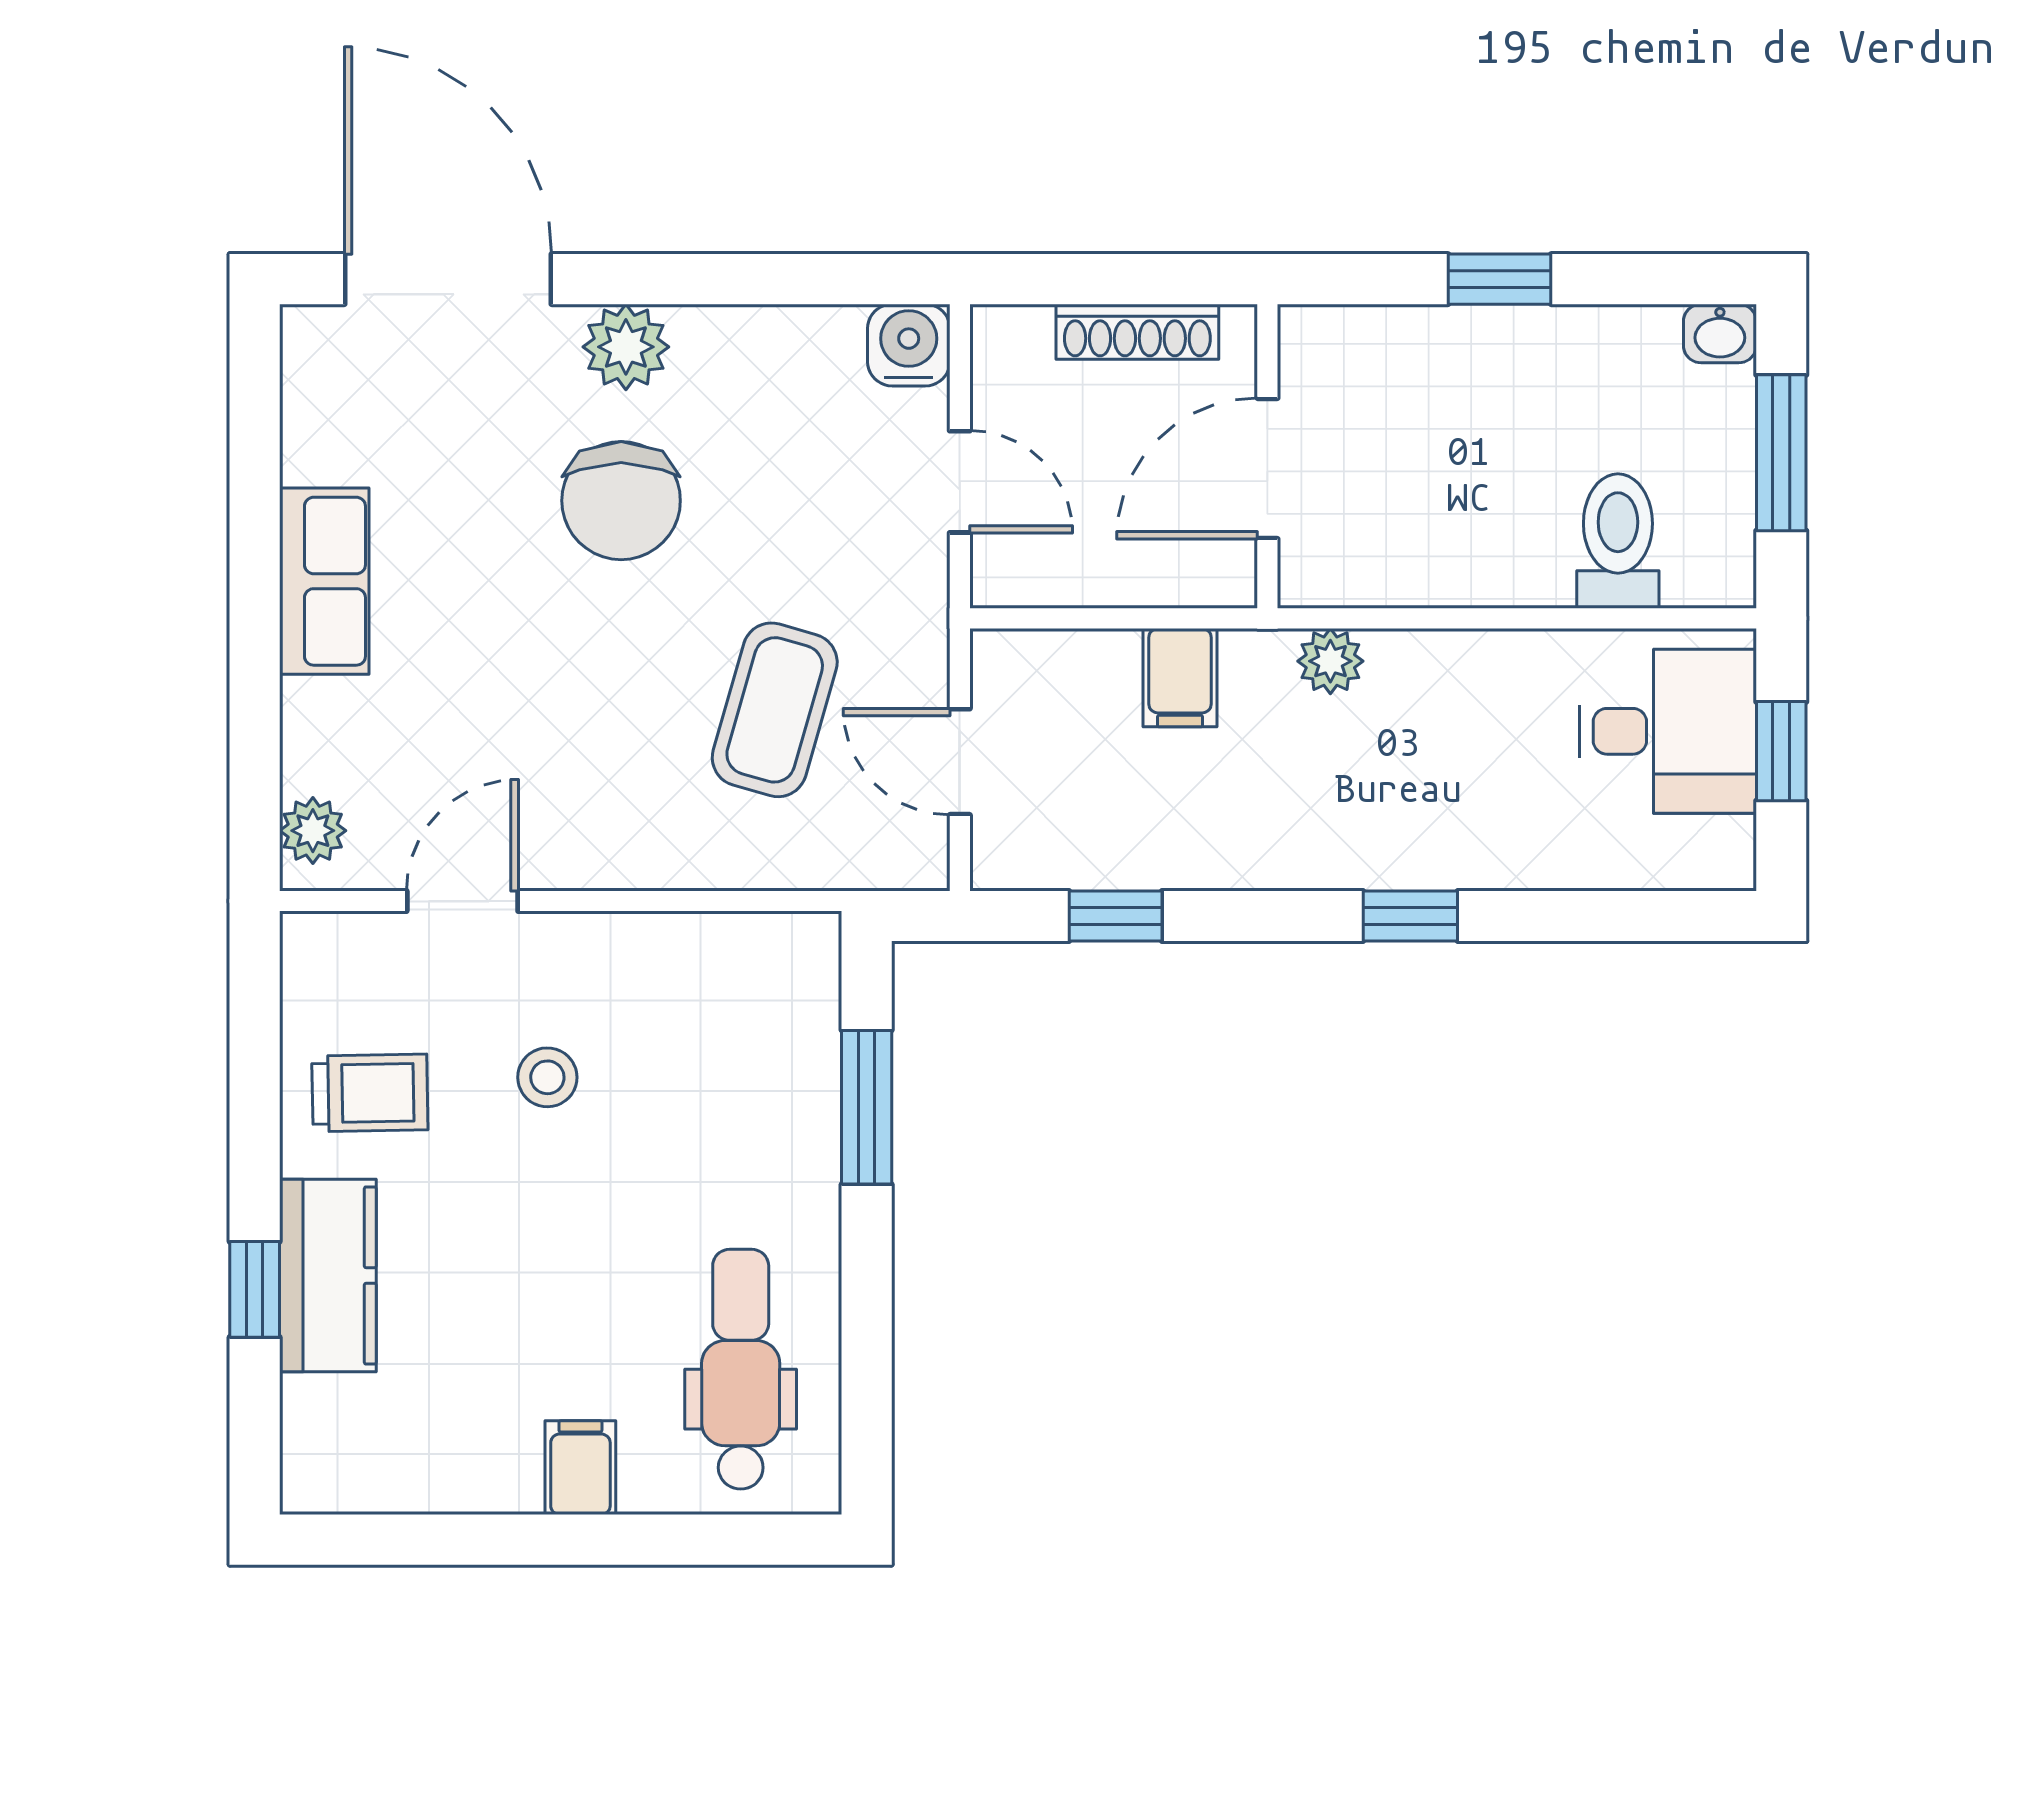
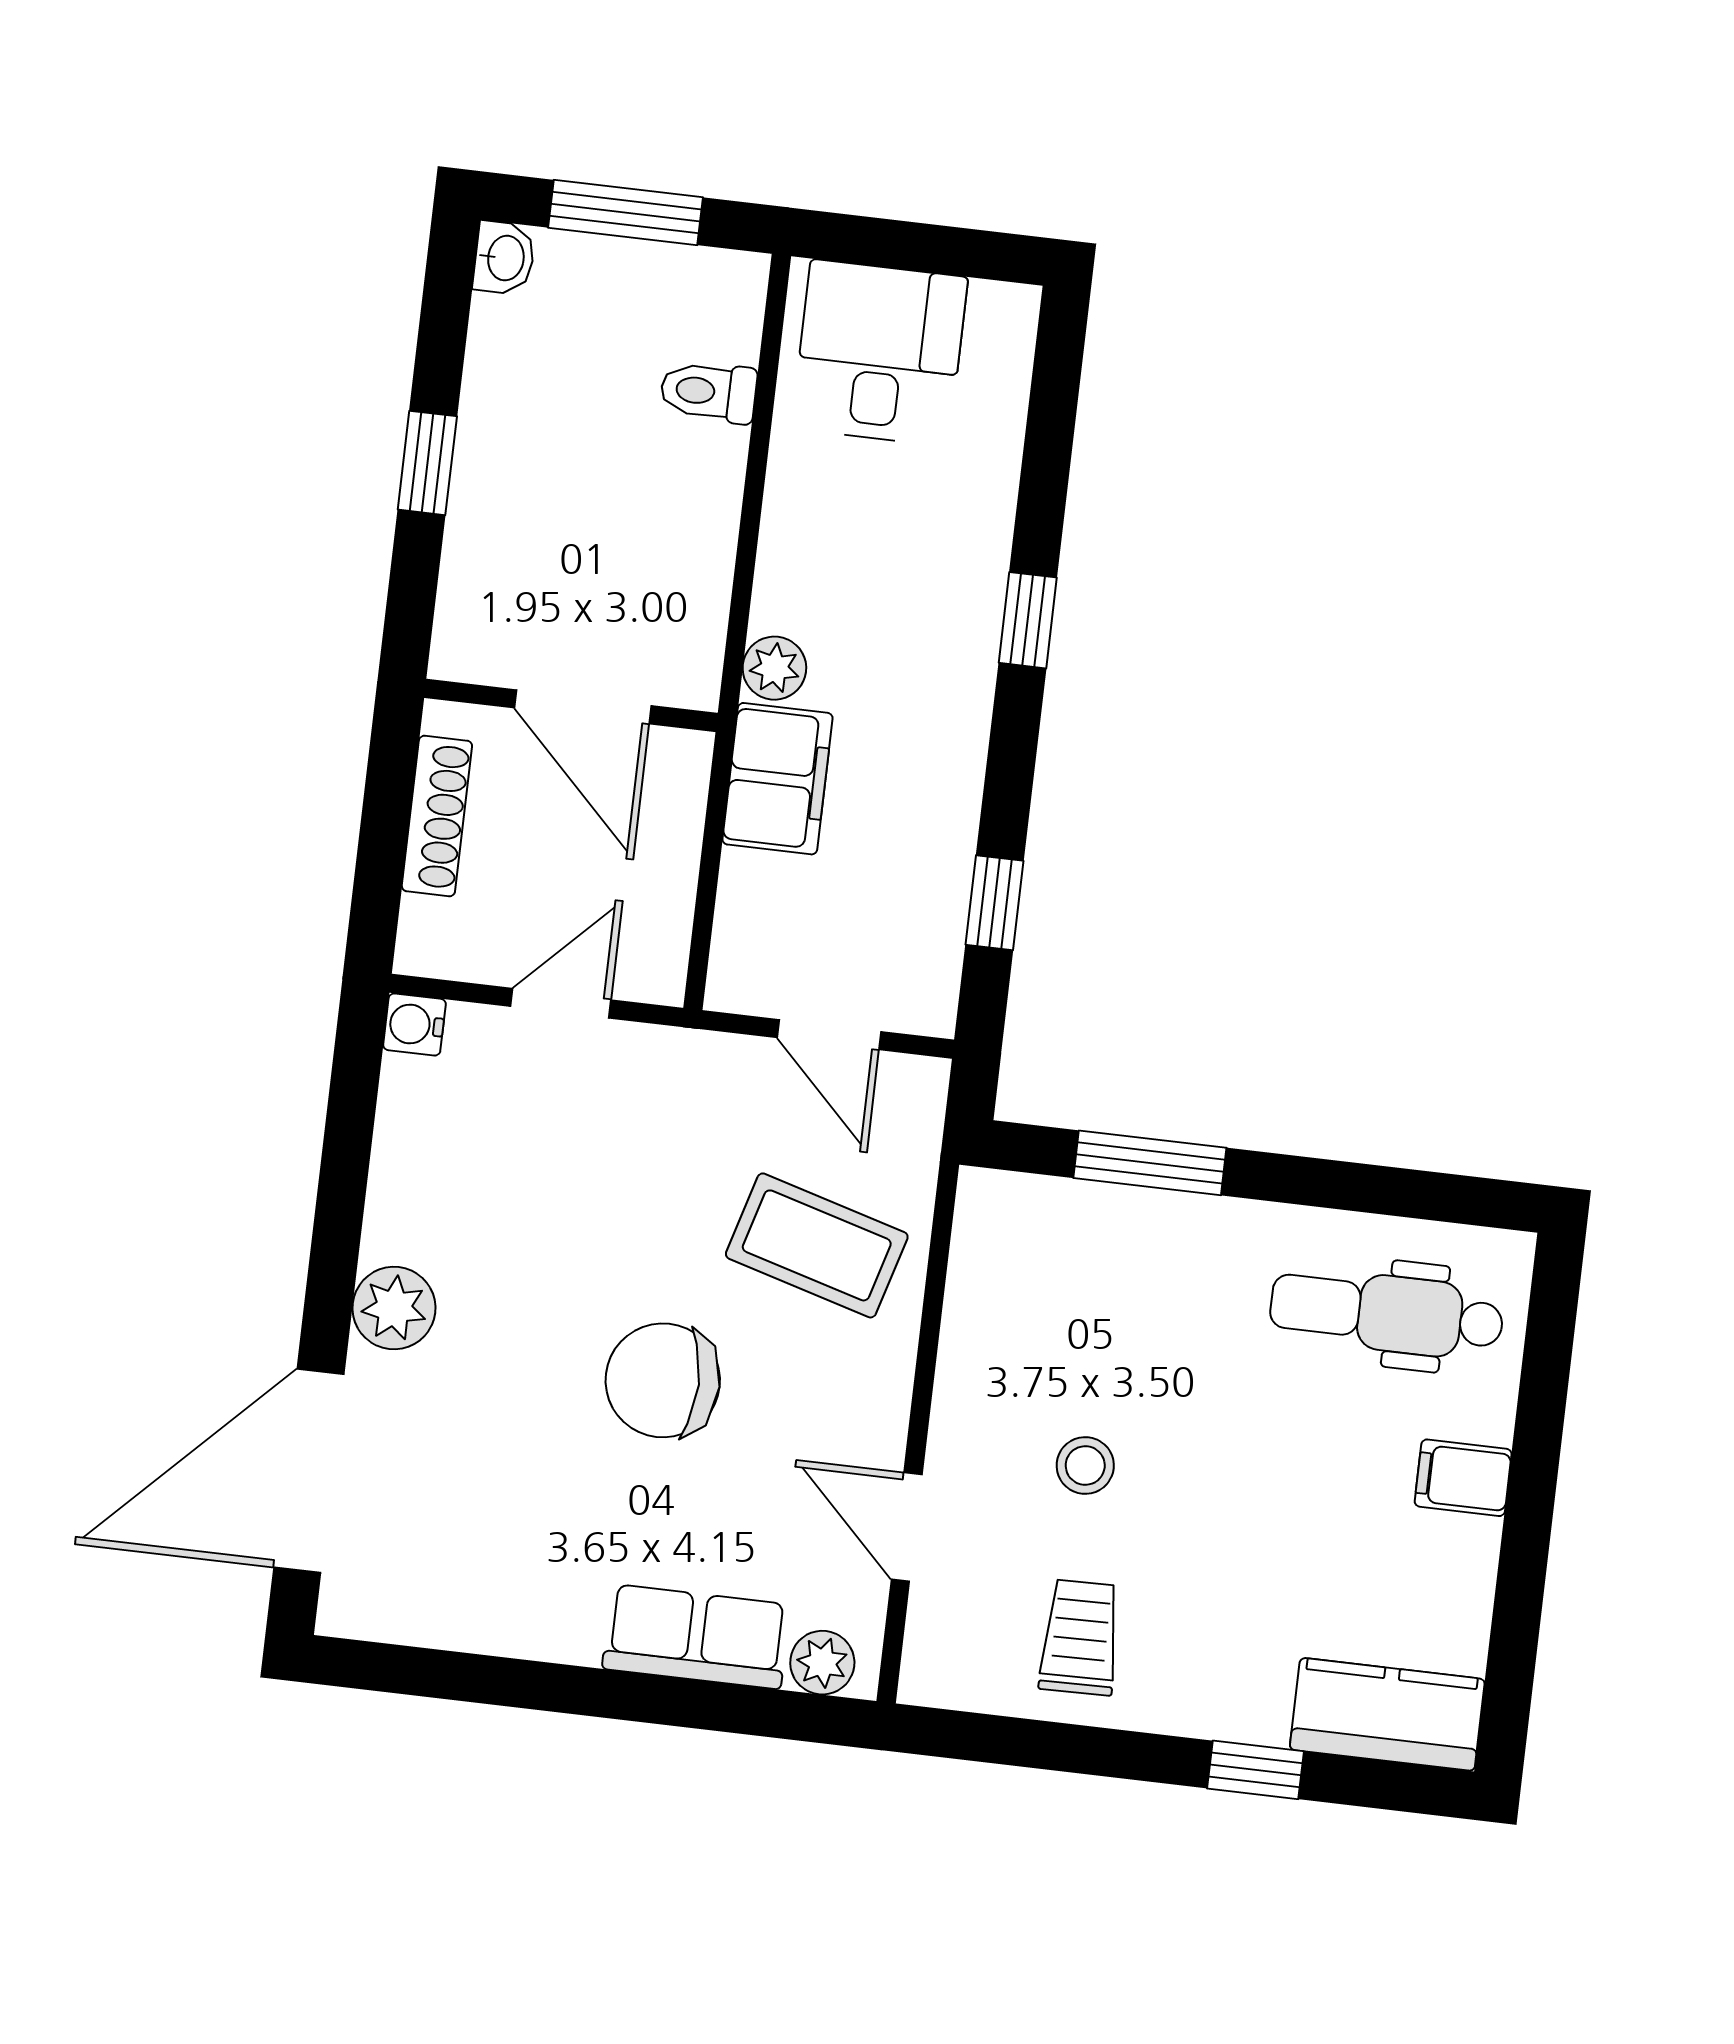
water cooler: (909, 345) -> (414, 1025), width x0.72, depth x0.72
chair: (621, 501) -> (663, 1380), moved, turned 180
toilet: (1618, 541) -> (708, 392), width x0.73, depth x0.72
row of seats: (324, 581) -> (696, 1637), moved
filing cabinet: (1180, 678) -> (777, 779), width x2.00
coffee table: (775, 710) -> (817, 1245), moved
window: (1781, 751) -> (912, 246), removed
door: (960, 762) -> (829, 1035), hinge flipped
kitchen counter: (328, 1275) -> (1387, 1714), moved

